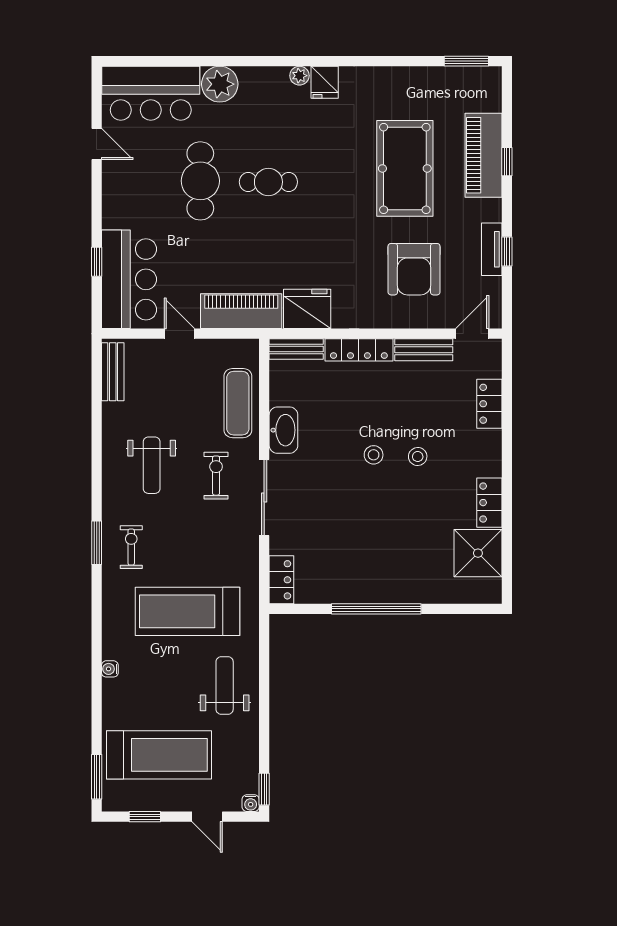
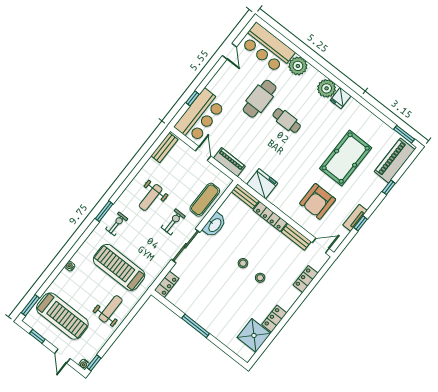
plant: (299, 76) -> (327, 88), width x1.88, depth x1.88
piano: (484, 155) -> (395, 161), moved
piano: (241, 311) -> (229, 162), width x0.73, depth x0.75
window: (376, 609) -> (196, 326), width x0.68

